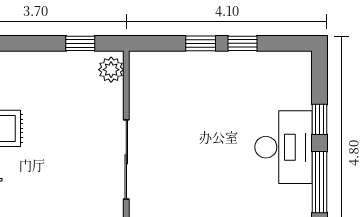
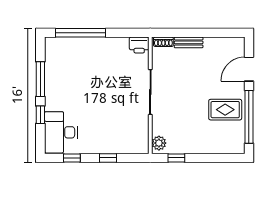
window: (243, 43) -> (72, 158), moved
desk: (284, 147) -> (61, 132), moved

